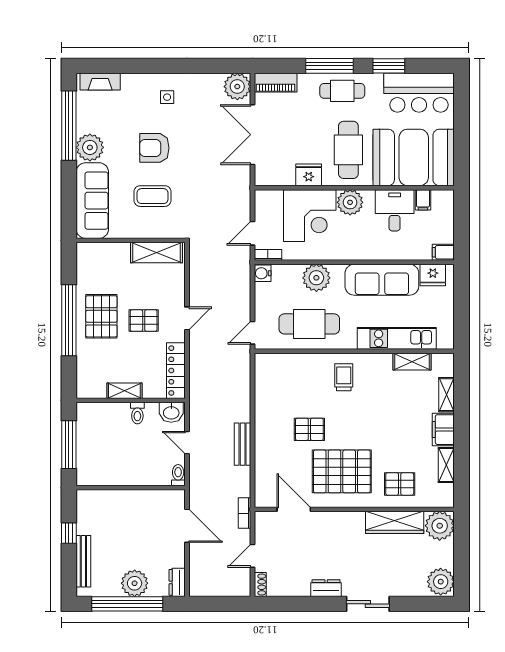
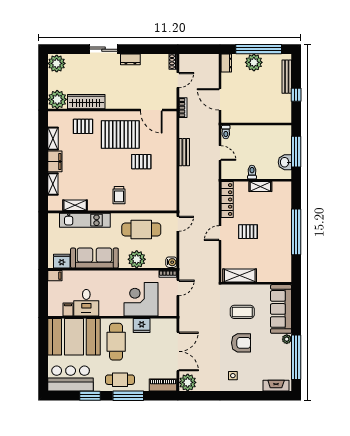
plant: (90, 147) -> (287, 339), width x0.53, depth x0.53
plant: (350, 202) -> (115, 308), removed
pallet: (101, 316) -> (275, 234), removed
washbasin: (171, 412) -> (285, 162), moved, turned -90

